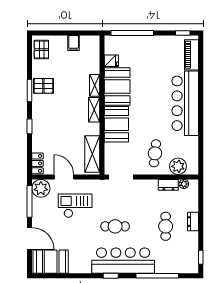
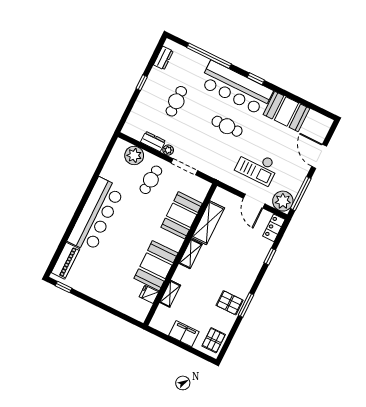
window: (132, 33) -> (114, 312), removed
filing cabinet: (74, 43) -> (184, 334), width x2.00
shelving: (95, 85) -> (170, 294), moved
booth: (116, 124) -> (182, 215), moved
window: (29, 126) -> (270, 256), moved
shelving: (92, 154) -> (208, 223), moved
doorway: (121, 177) -> (184, 167), moved
plant: (184, 184) -> (168, 150), moved
dresser: (193, 222) -> (163, 58), moved
window: (201, 257) -> (142, 83), moved
booth: (51, 262) -> (286, 111), moved

